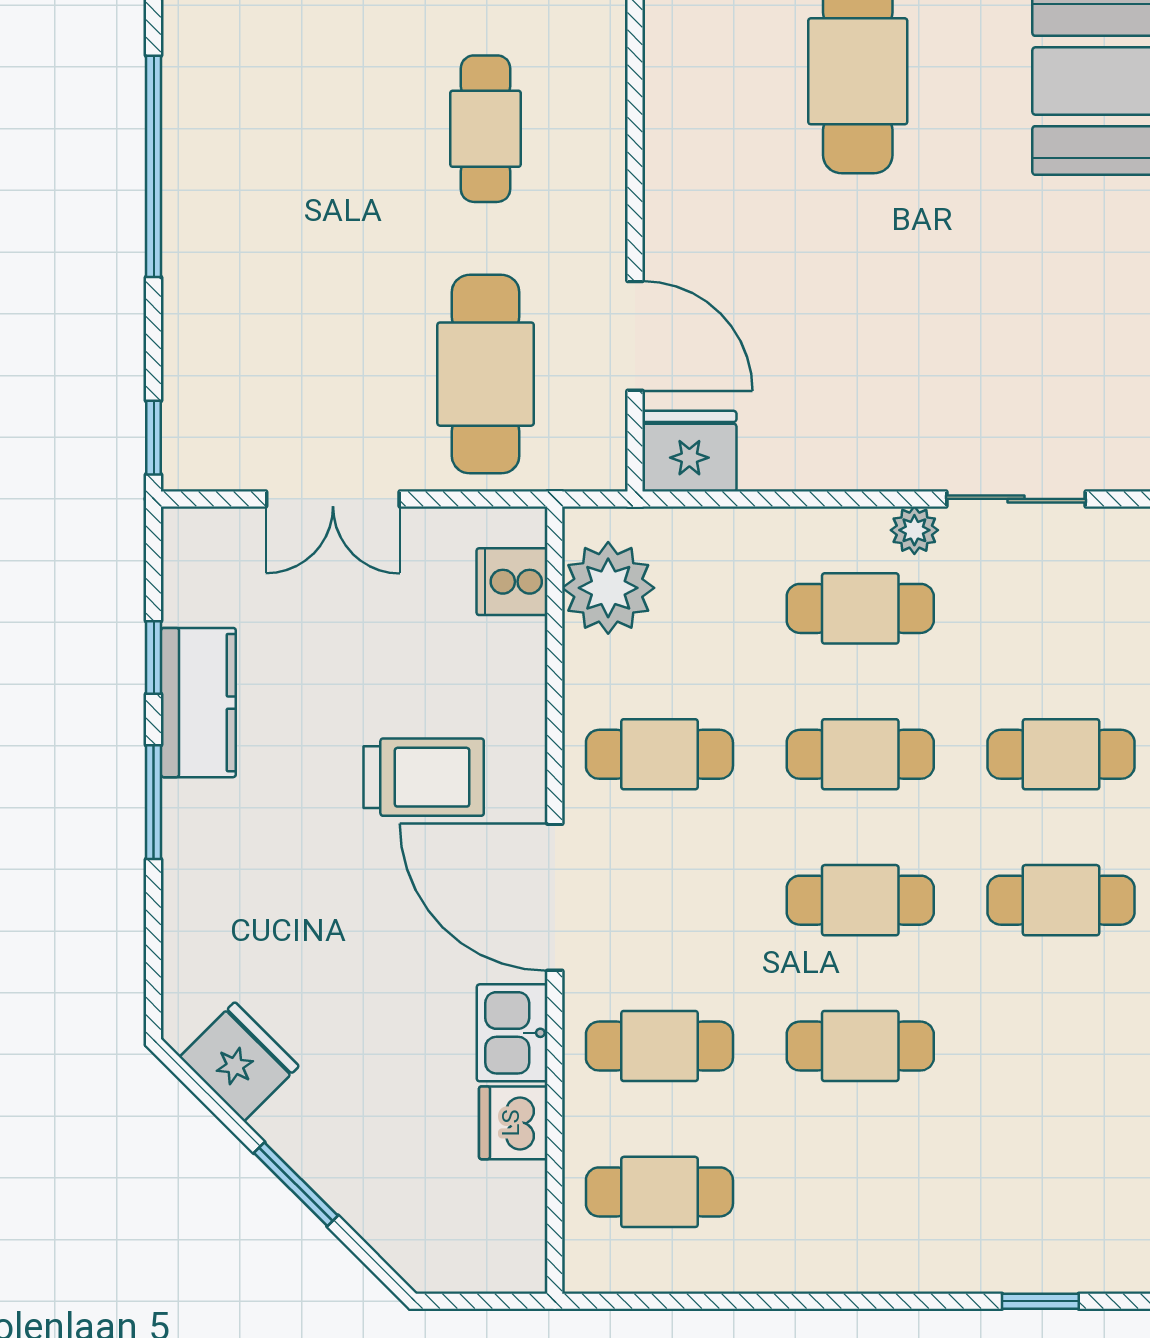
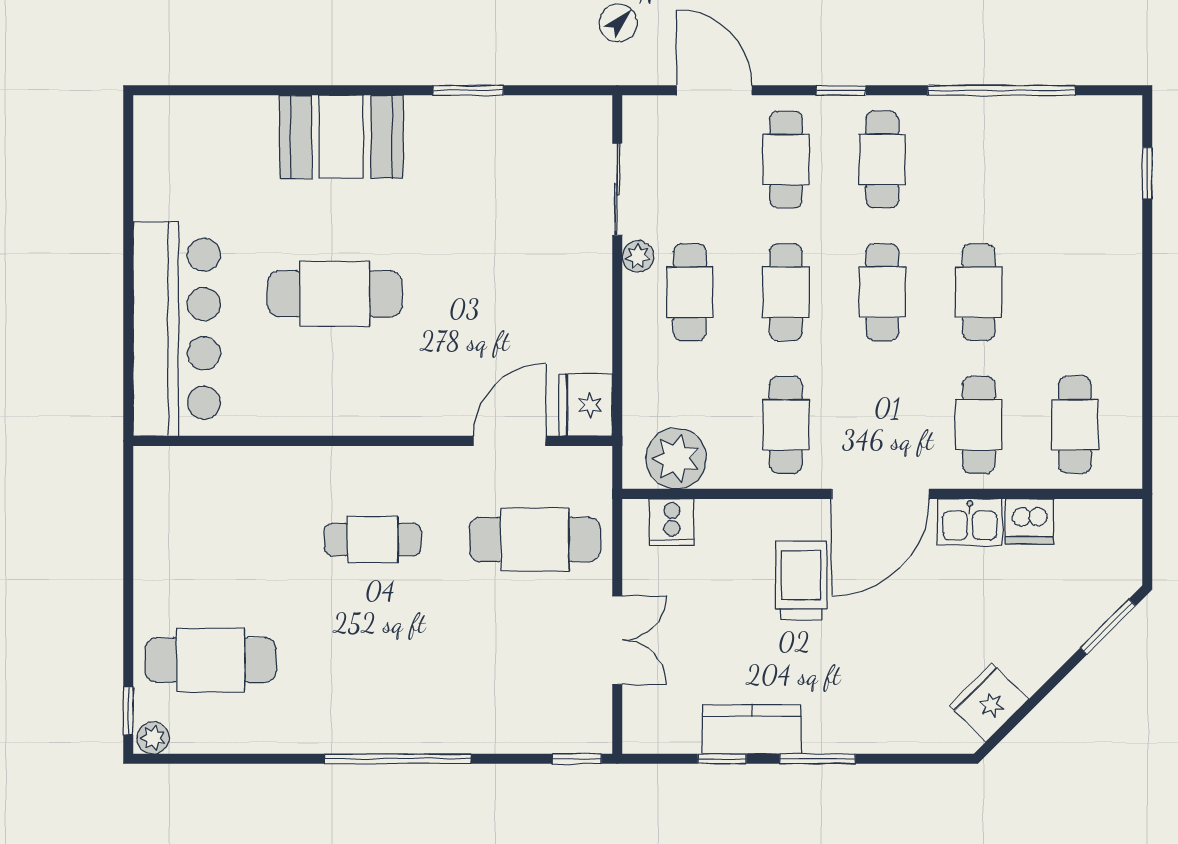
window: (296, 1184) -> (1108, 627), moved

